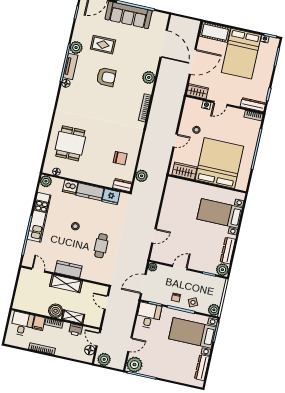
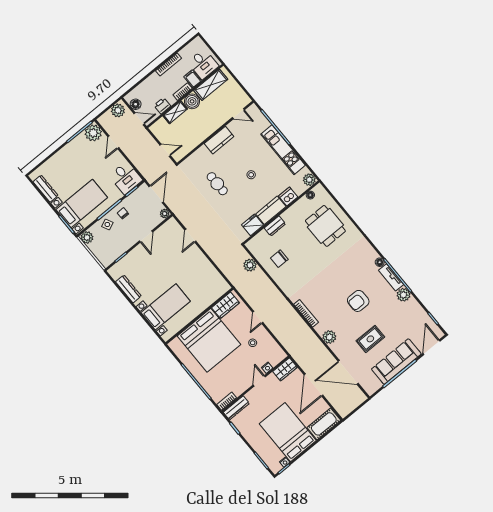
rug: (103, 45) -> (370, 339), moved
dresser: (122, 185) -> (275, 226), moved
plant: (222, 270) -> (116, 272), removed
shelving: (66, 284) -> (211, 85), moved

